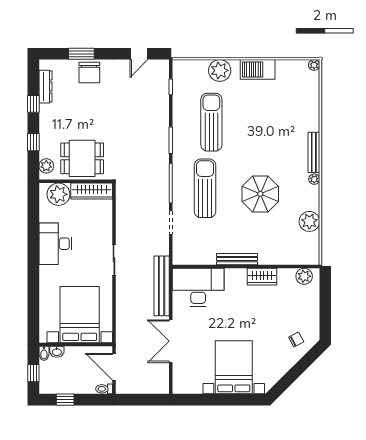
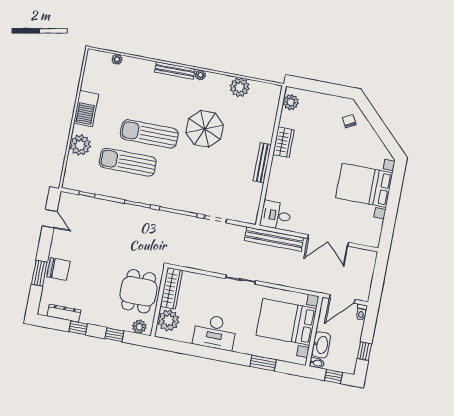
plant: (314, 65) -> (117, 59), moved
sun lounger: (205, 188) -> (149, 134), moved
desk: (198, 287) -> (276, 215), width x0.53, depth x0.77
window: (33, 299) -> (263, 363), added
washbasin: (57, 352) -> (321, 345), width x1.91, depth x1.45

